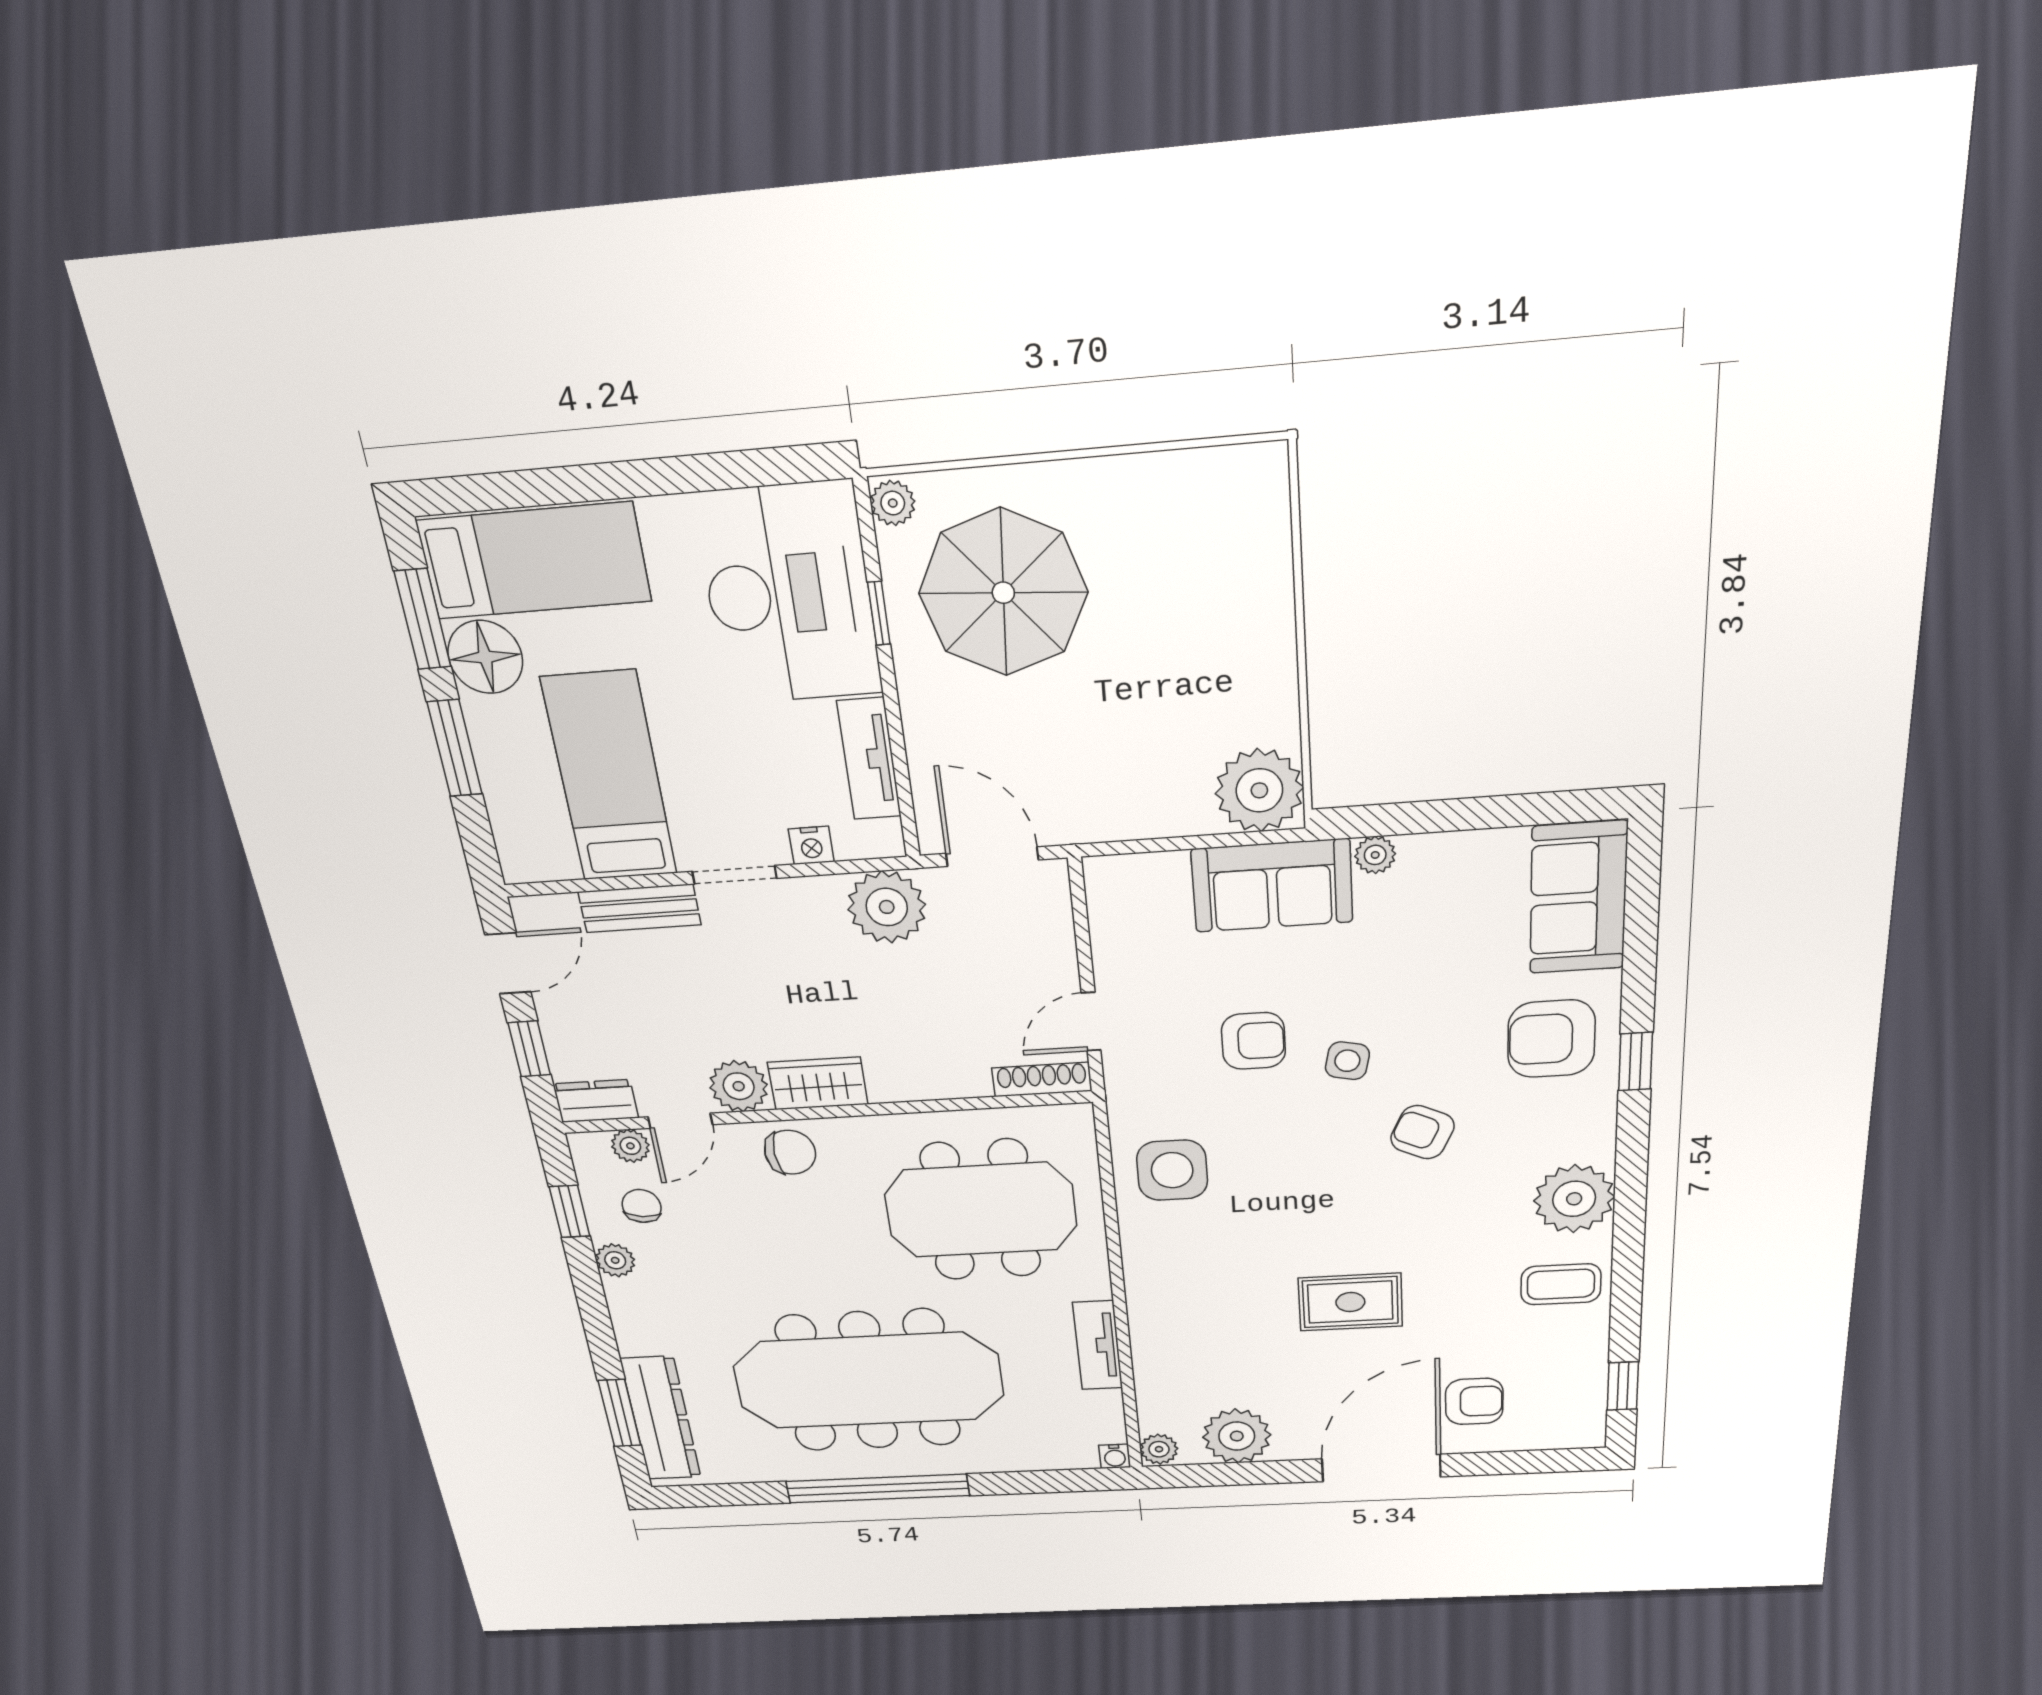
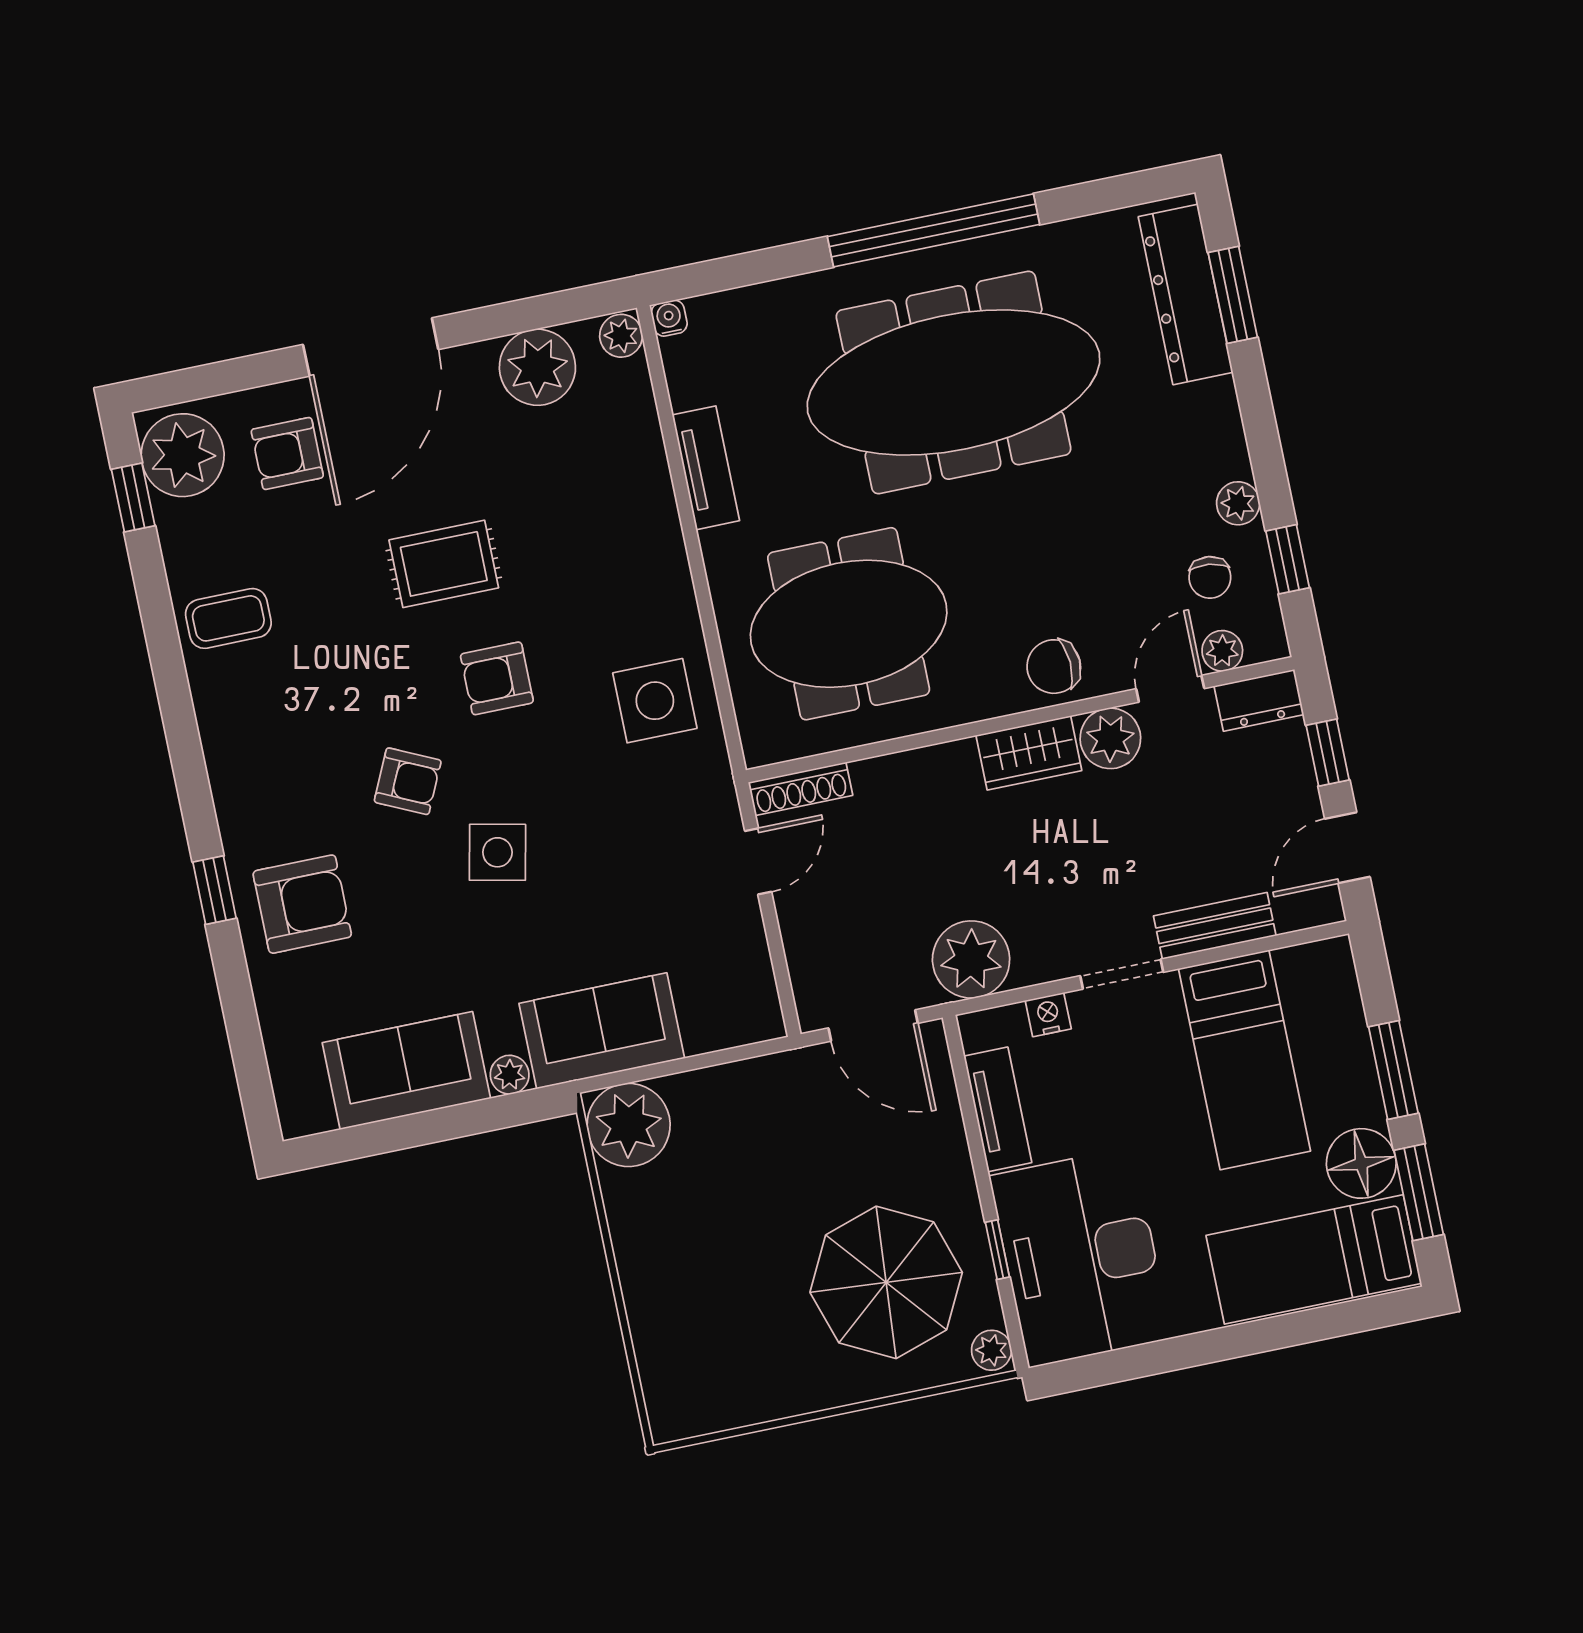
sofa: (1578, 898) -> (406, 1071), moved, turned -90
armchair: (1253, 1041) -> (497, 678), moved
side table: (1347, 1061) -> (497, 852), width x1.37, depth x1.37
plant: (1574, 1199) -> (183, 455), moved

